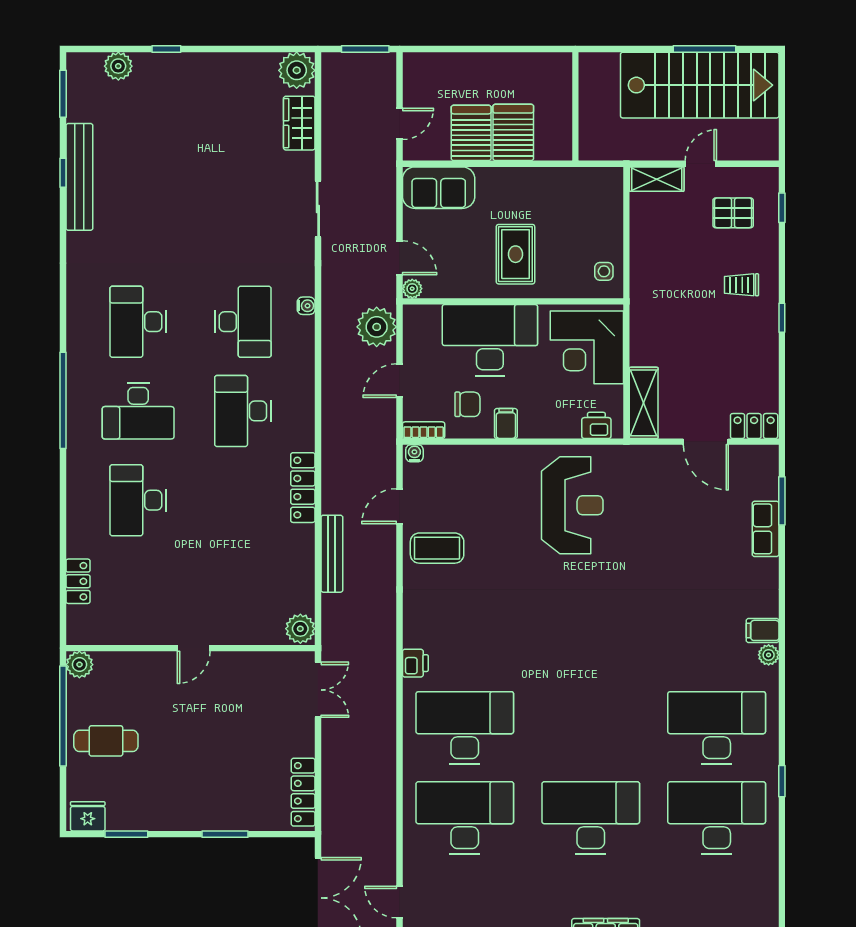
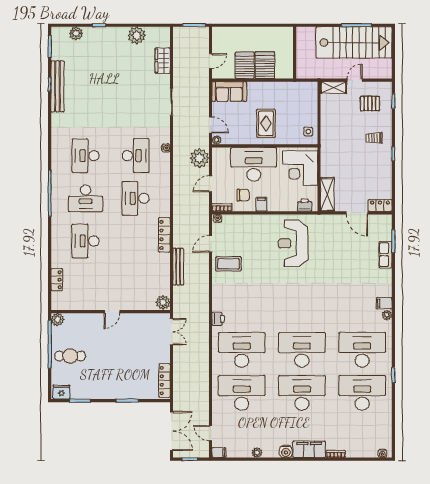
plant: (297, 70) -> (137, 35), moved
reception desk: (572, 505) -> (293, 243), turned 180
desk: (591, 728) -> (302, 350), added

